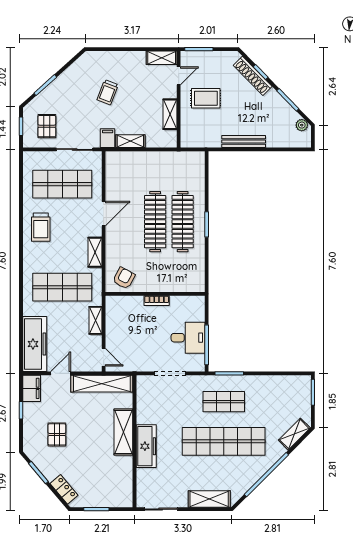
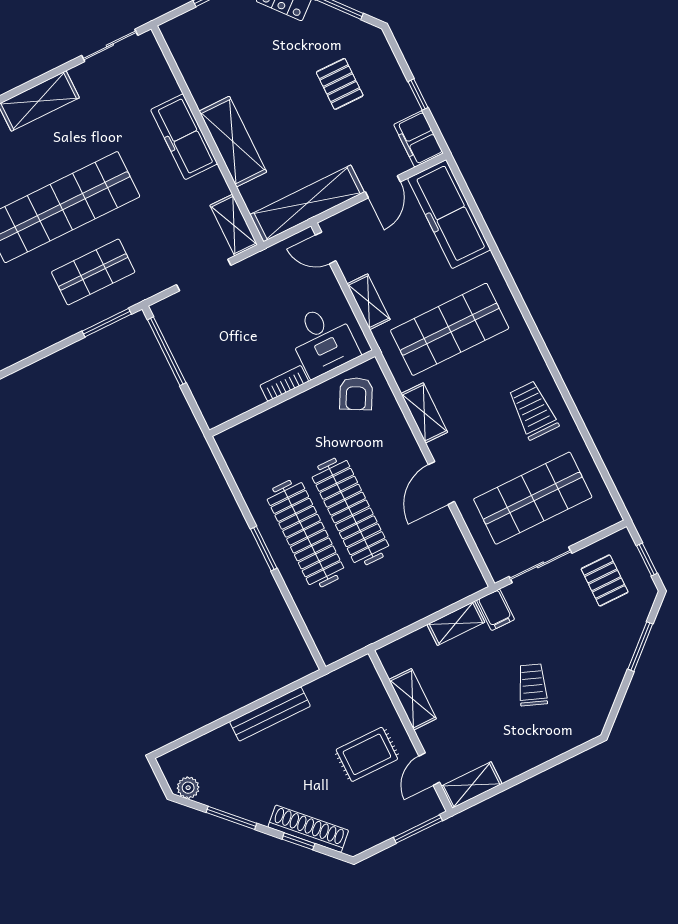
desk: (188, 338) -> (323, 340), moved, turned -90
shelving: (143, 391) -> (234, 225), added

